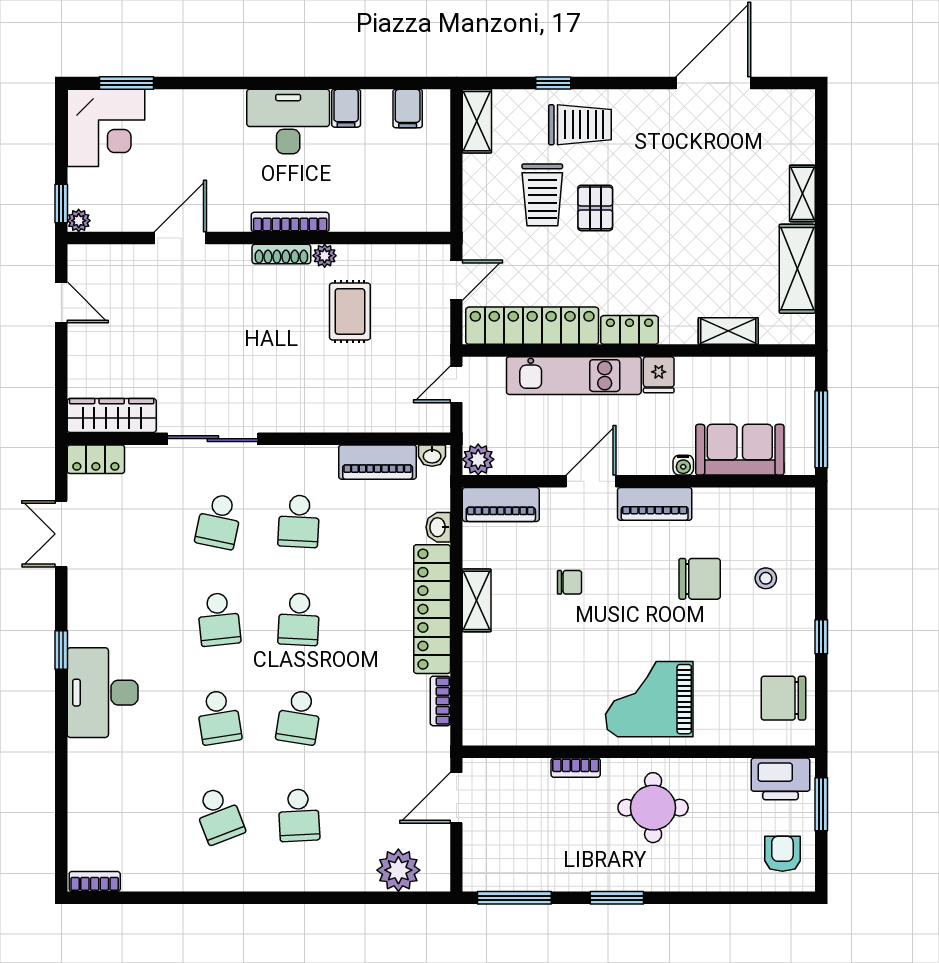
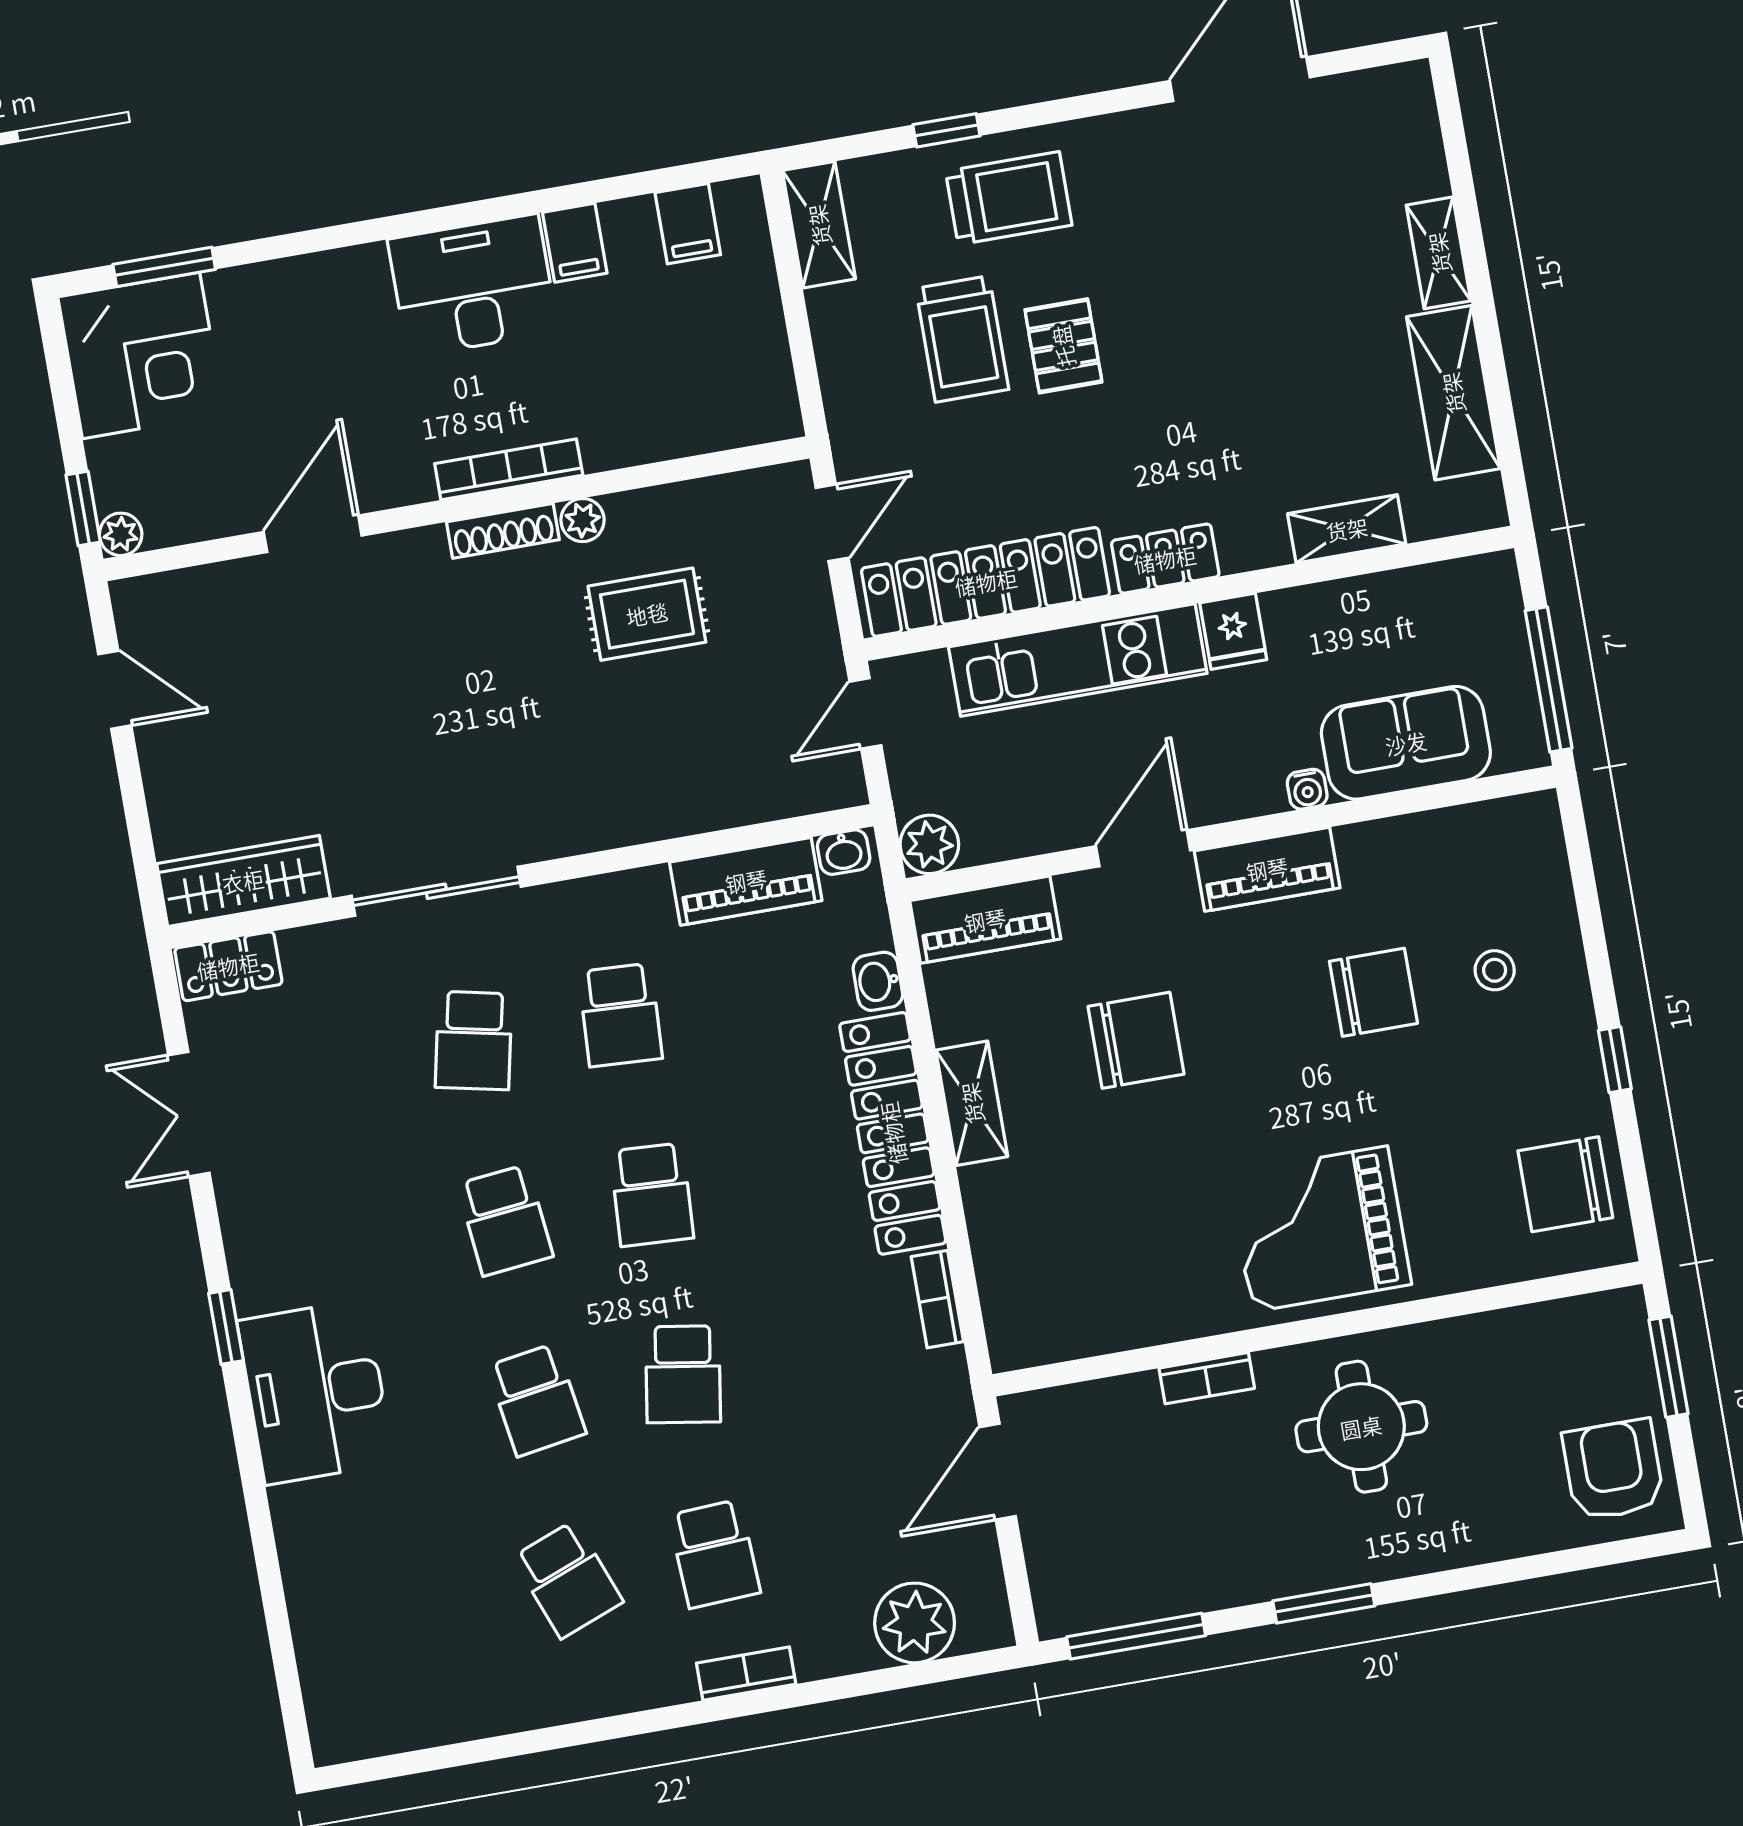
rug: (350, 311) -> (647, 614), turned 90
chair: (569, 582) -> (1136, 1040), width x1.87, depth x1.87
printer: (781, 779) -> (1586, 1333), removed
armchair: (782, 854) -> (1613, 1470), width x1.38, depth x1.38
bookcase: (95, 881) -> (746, 1674), moved

